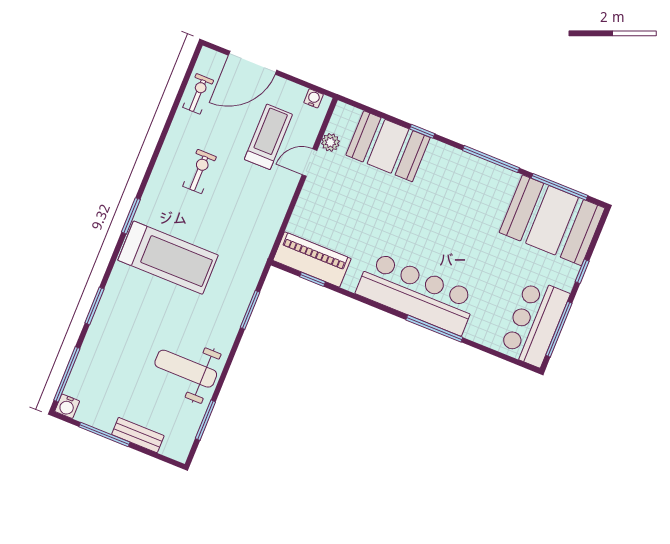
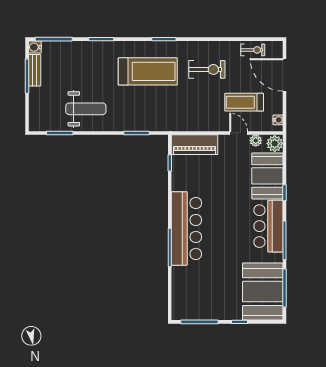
plant: (346, 117) -> (275, 144), added
treadmill: (268, 137) -> (244, 102), turned 180
exercise bike: (200, 171) -> (207, 69), width x1.38, depth x1.39
treadmill: (168, 258) -> (148, 71), turned -90
piano: (312, 259) -> (195, 145), moved, turned 90
bar counter: (534, 323) -> (268, 226), moved, turned -90
weight bench: (186, 369) -> (86, 109), turned 90
bench: (138, 435) -> (35, 70), moved

